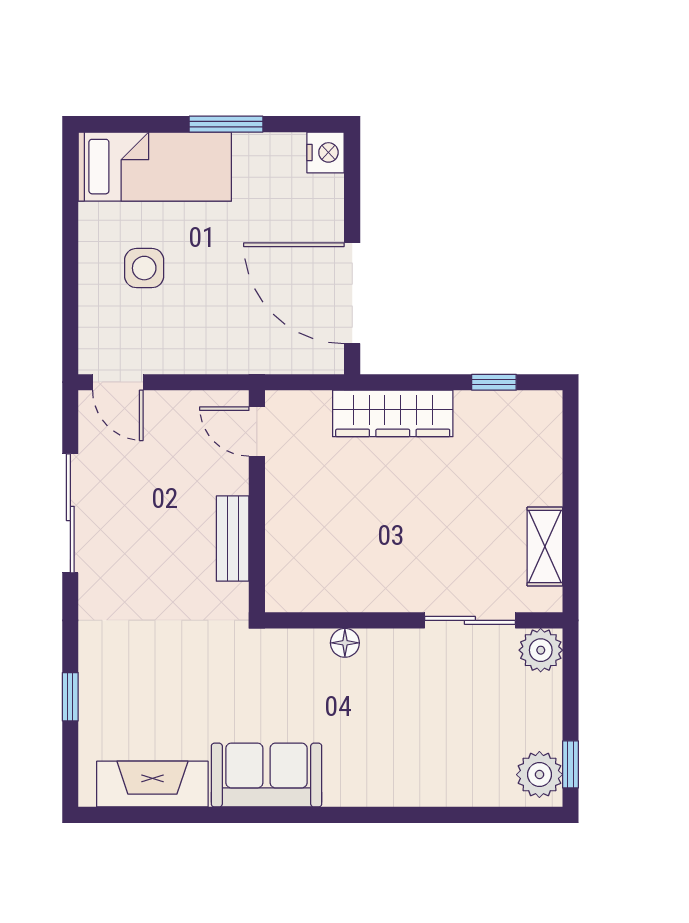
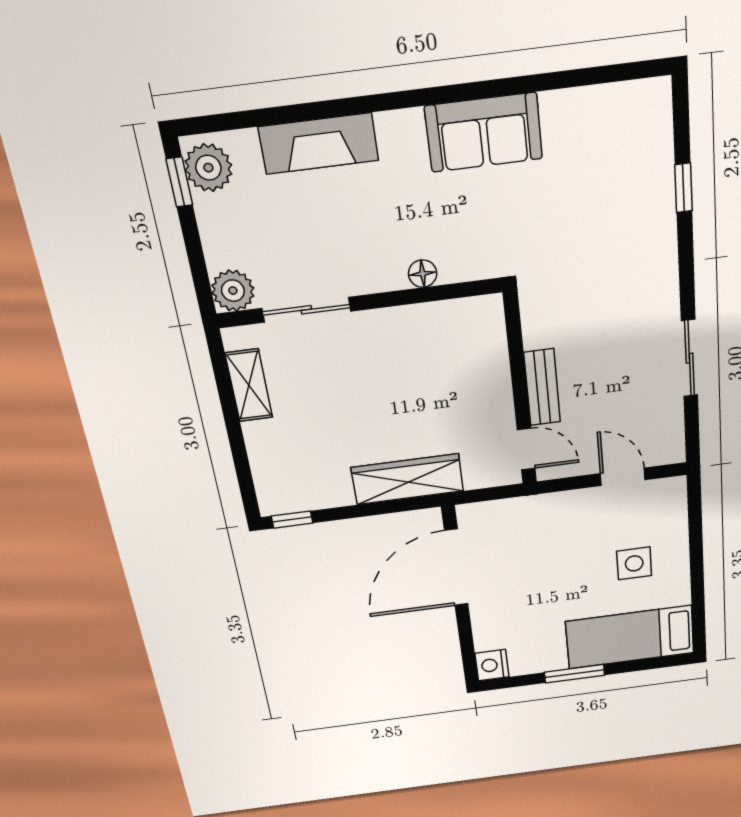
door: (352, 293) -> (456, 568), swing flipped
door: (118, 382) -> (623, 477), moved
window: (494, 382) -> (292, 520), moved
sliding door: (70, 513) -> (689, 358), width x0.73
bench: (233, 539) -> (542, 387), moved
fireplace: (152, 784) -> (319, 144), moved

